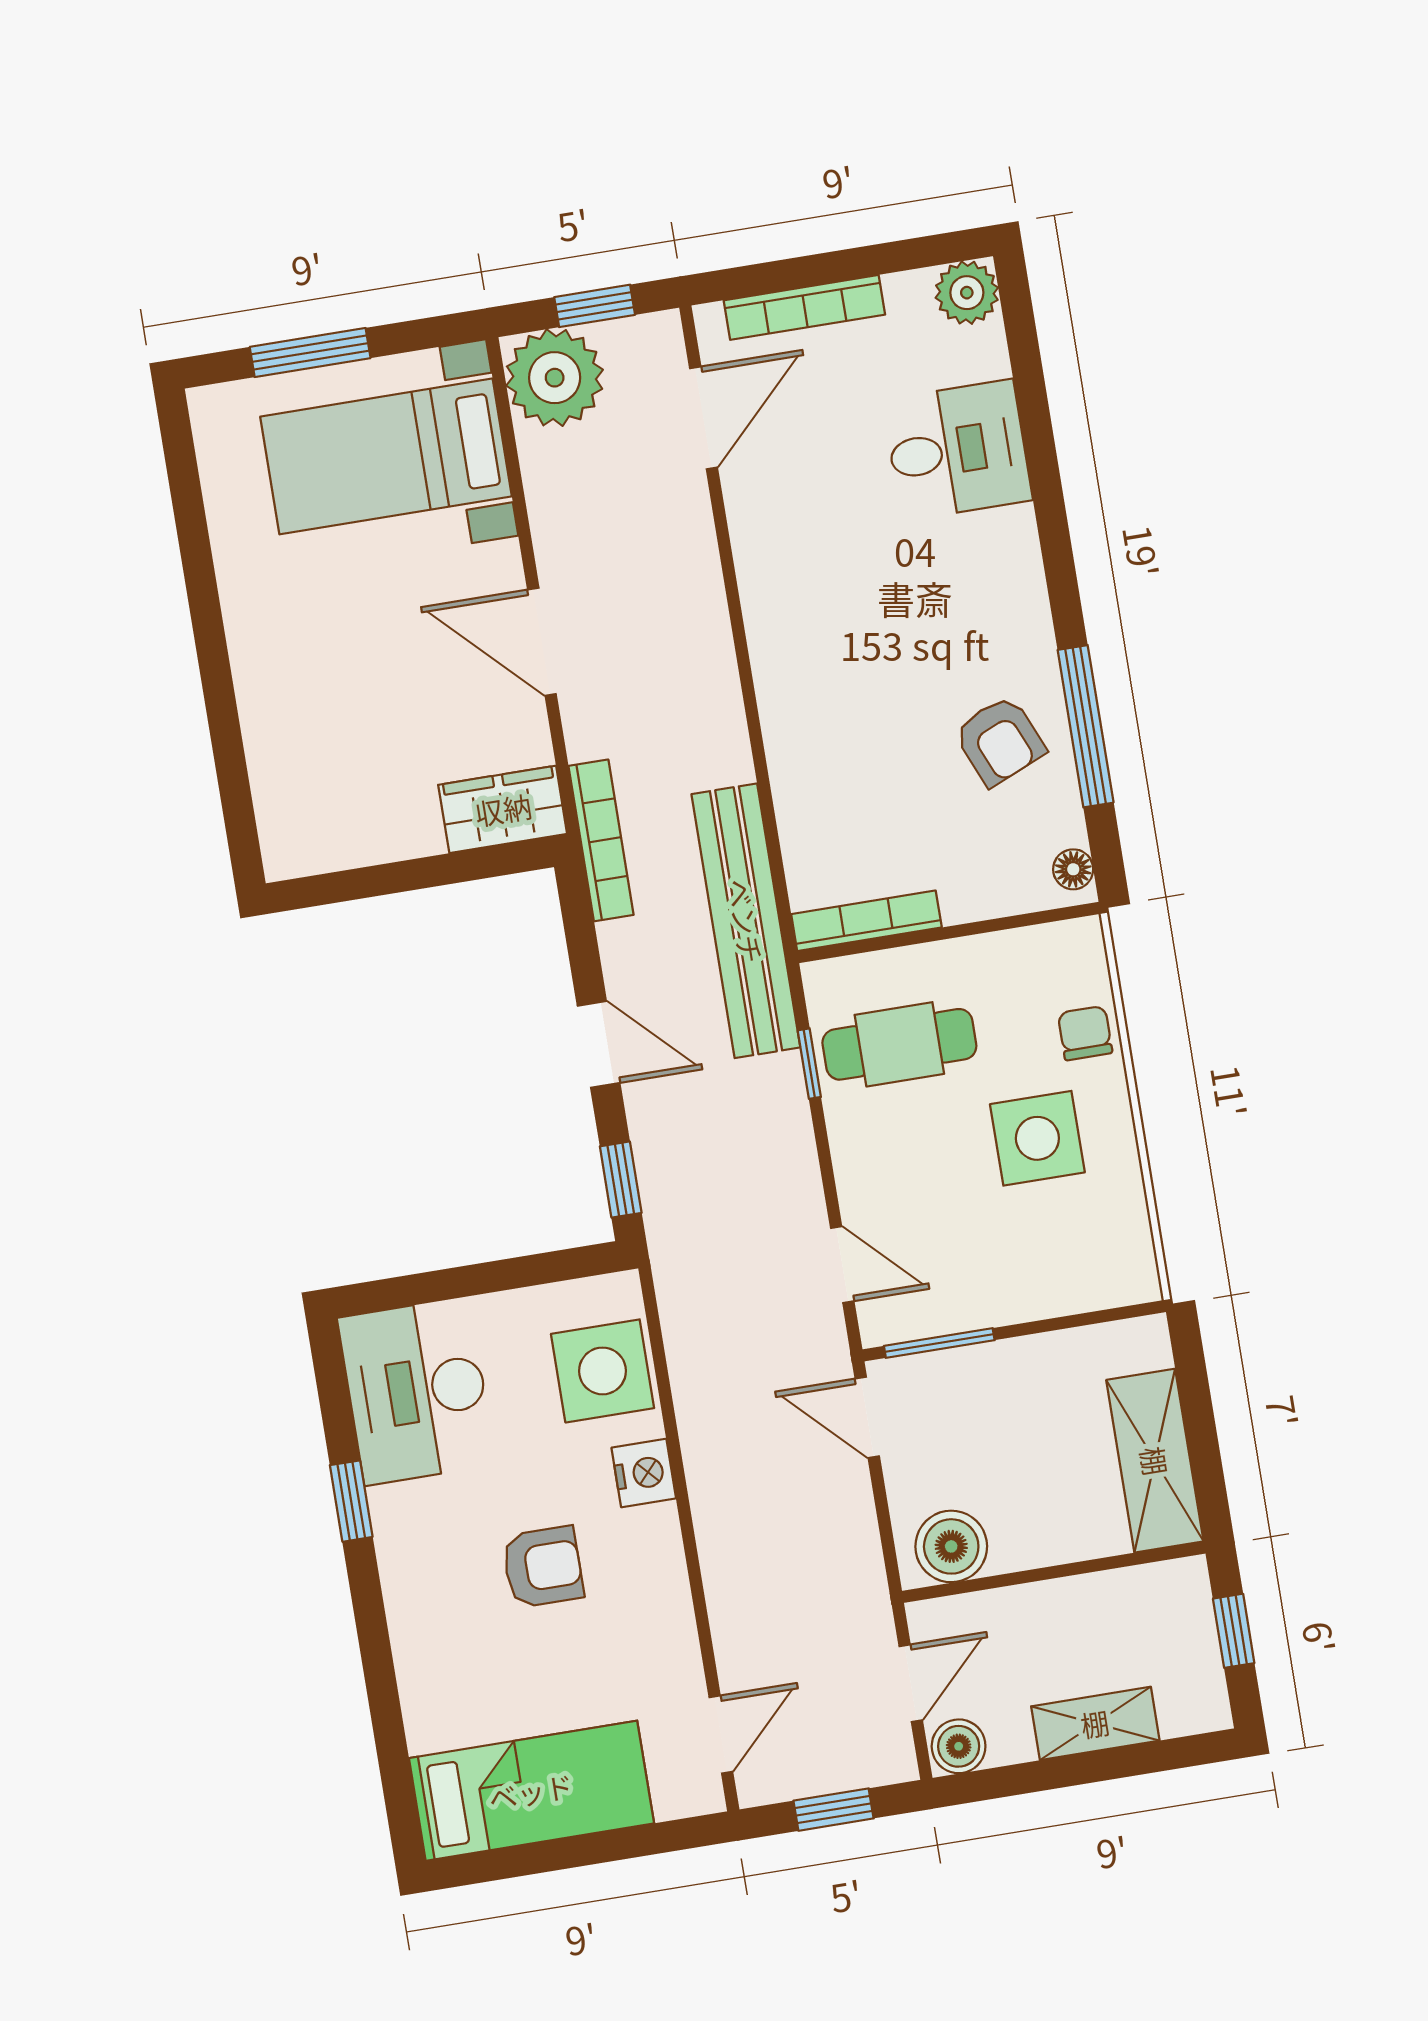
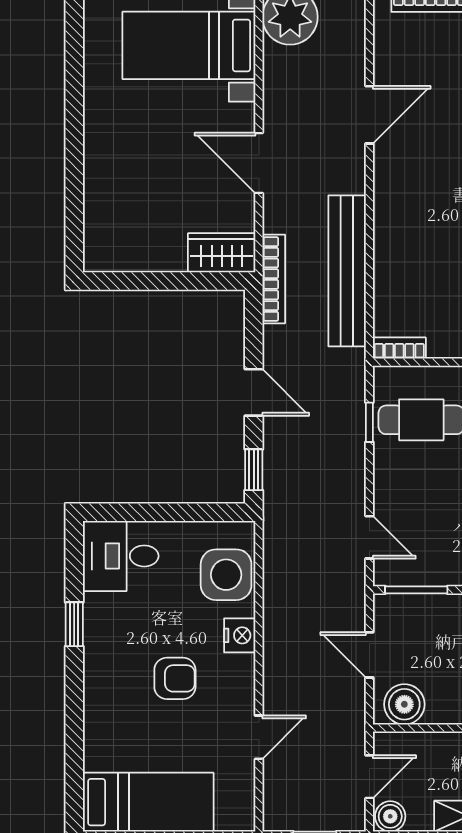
door: (704, 418) -> (369, 115), moved
bench: (746, 921) -> (347, 271), moved
bookcase: (866, 921) -> (399, 348), width x0.64
desk: (417, 1391) -> (121, 556), width x0.73
door: (867, 1417) -> (369, 655), moved
door: (721, 1735) -> (259, 737), moved

